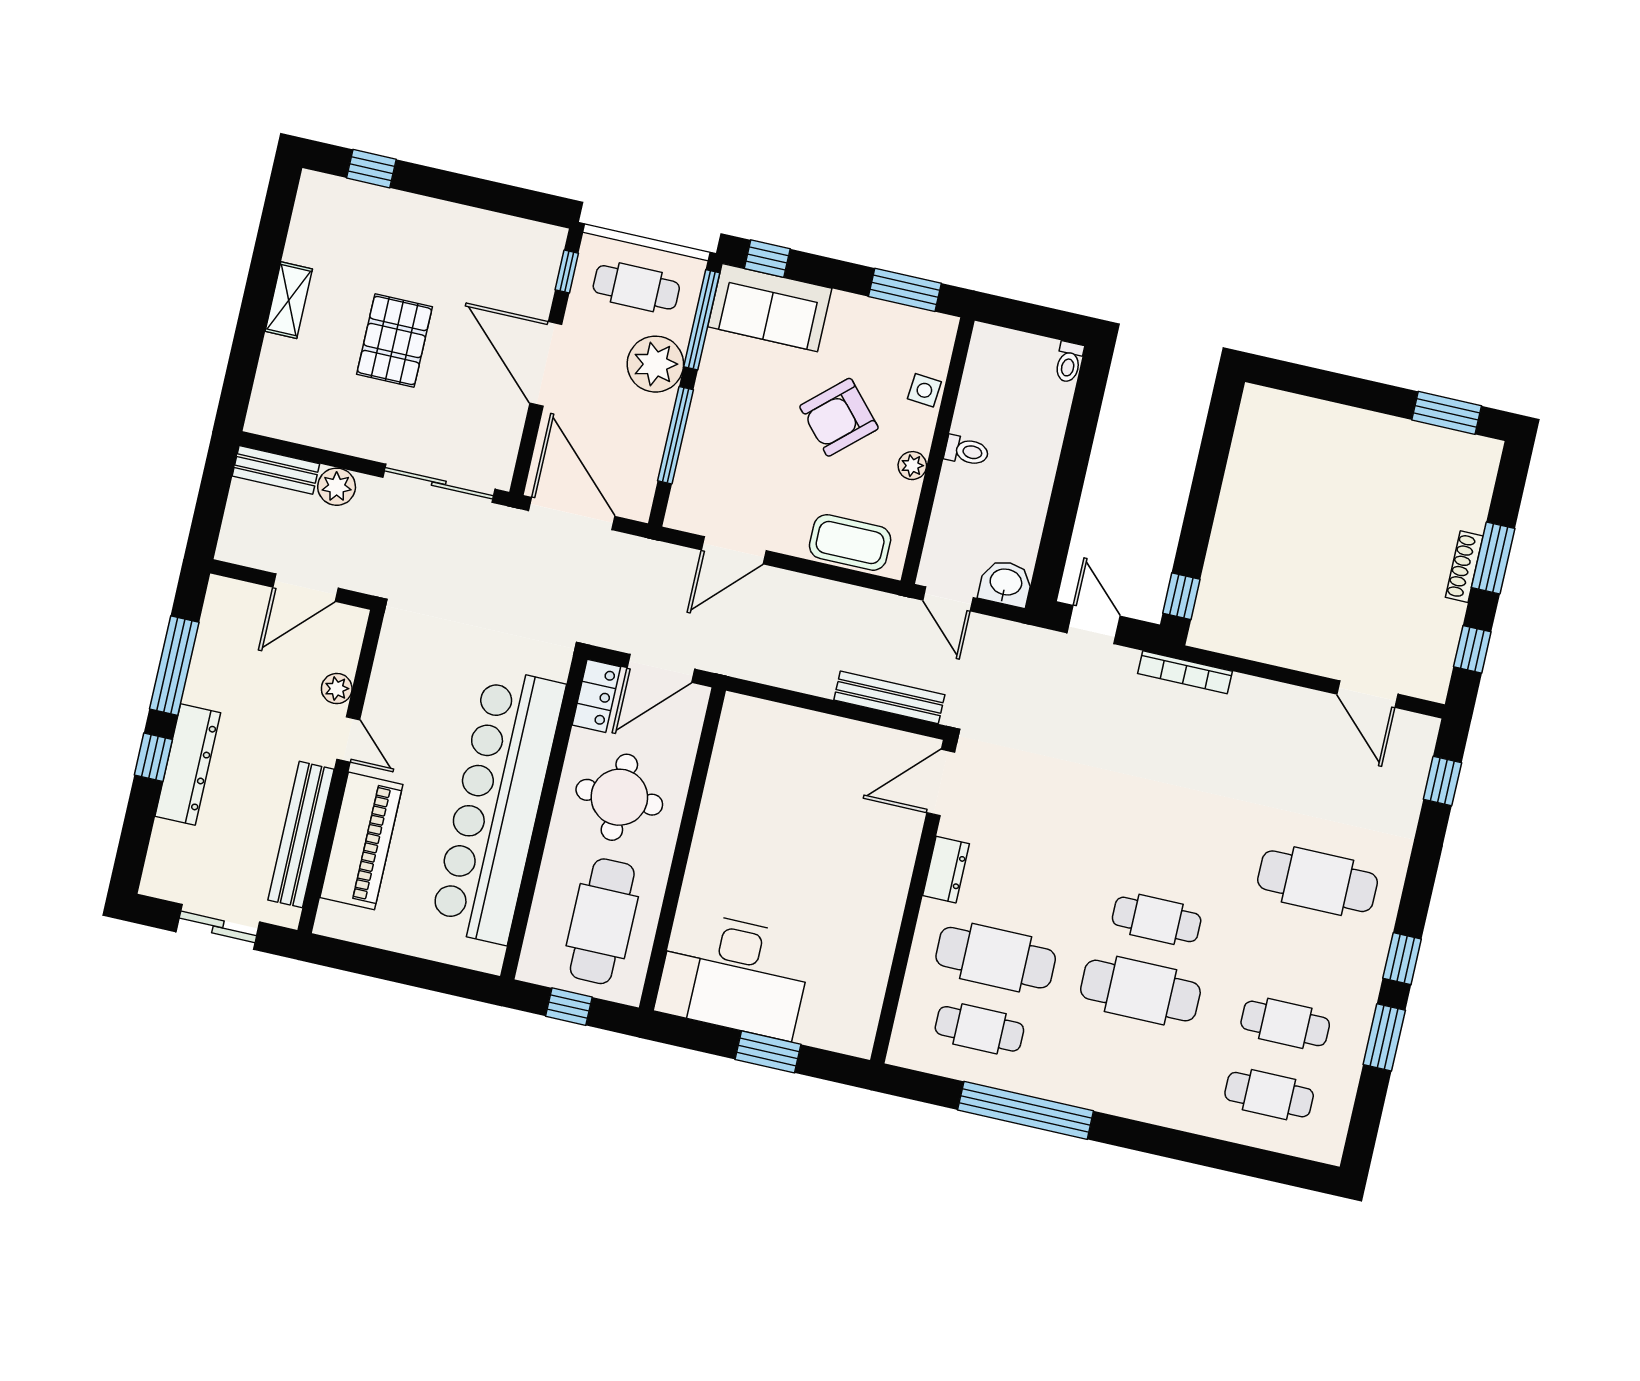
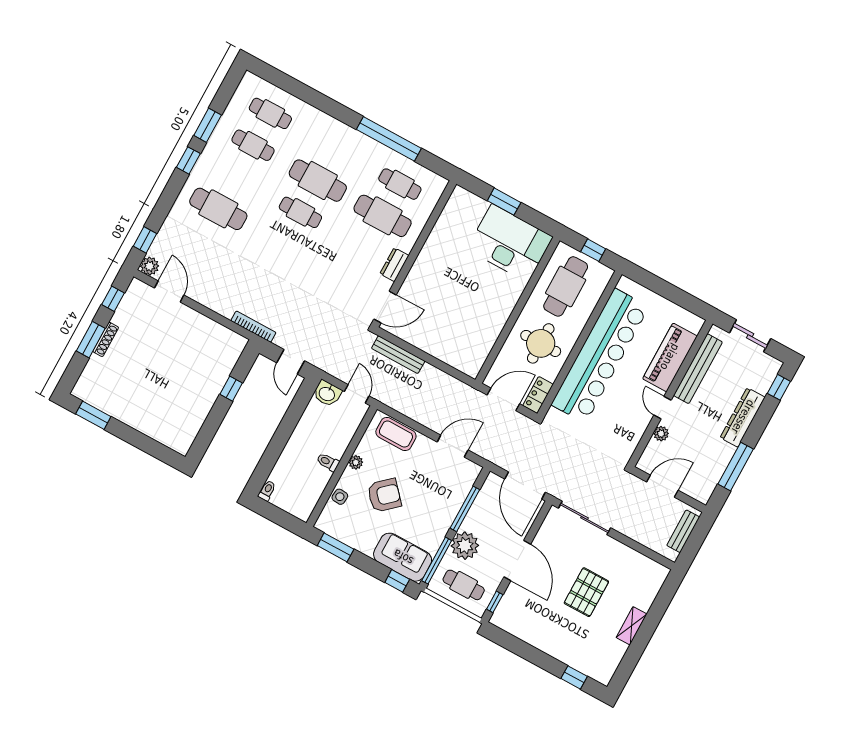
bench: (276, 470) -> (683, 531), moved, turned 90
plant: (337, 487) -> (150, 266), moved
window: (1181, 596) -> (231, 389), moved
window: (153, 757) -> (779, 387), moved

